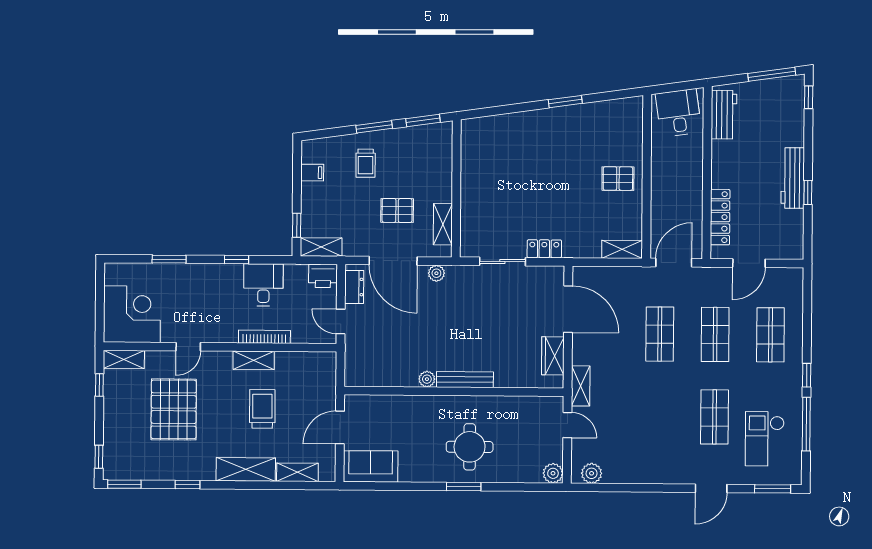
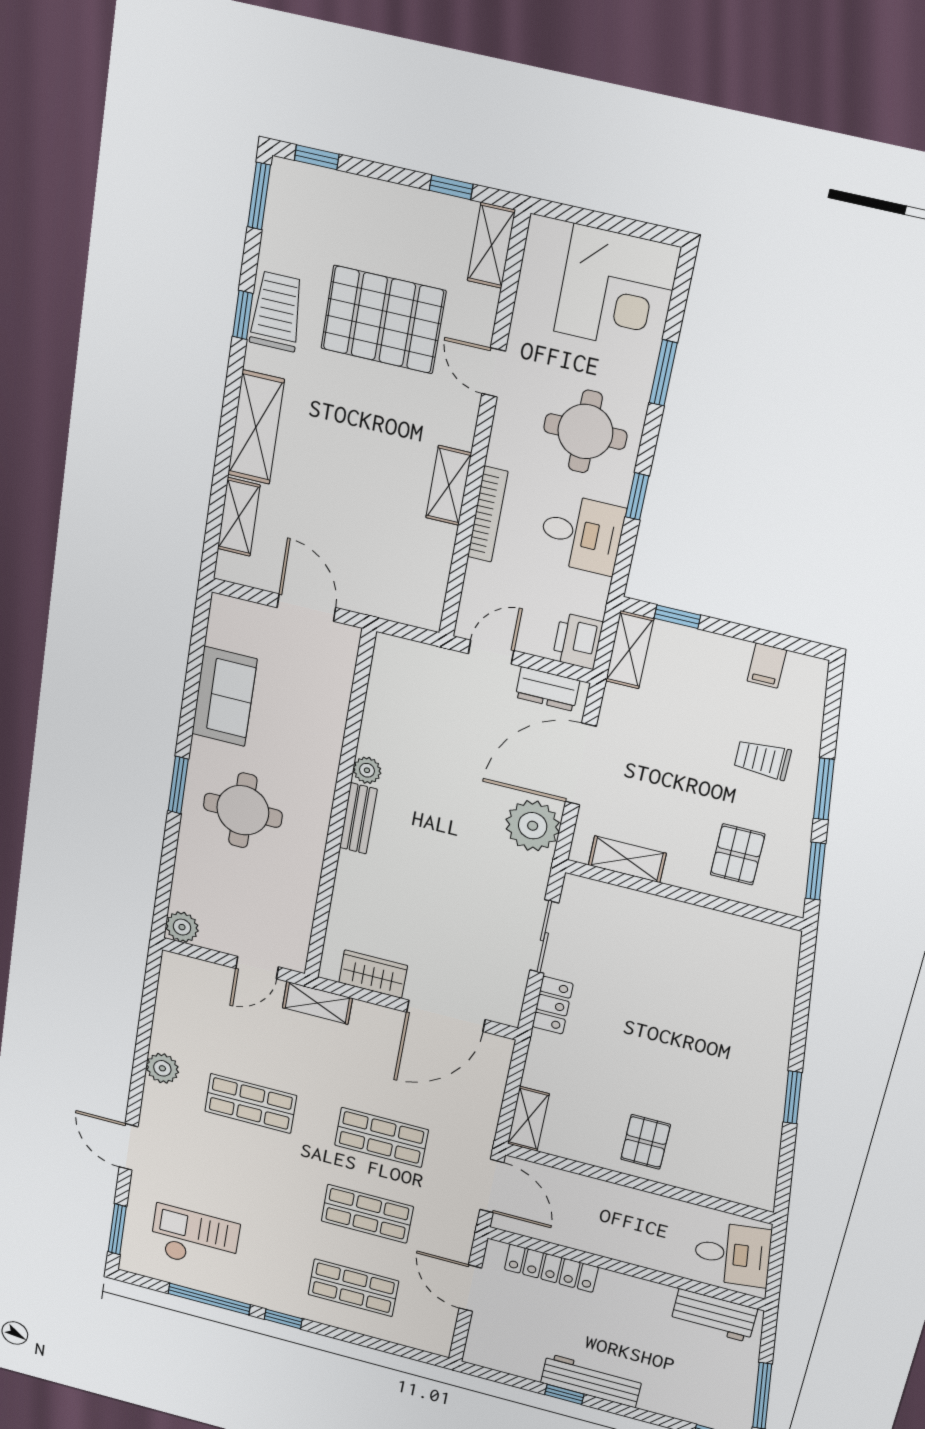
pallet: (397, 210) -> (738, 854), moved
plant: (436, 273) -> (533, 826), width x1.88, depth x1.88
round table: (208, 293) -> (585, 432), added
corner desk: (132, 314) -> (617, 289), moved
bench: (465, 380) -> (358, 818), width x0.73
trolley: (262, 409) -> (277, 311), moved, turned -90
shop shelf: (715, 417) -> (251, 1103), moved
sofa: (371, 466) -> (224, 697), moved
plant: (592, 473) -> (162, 1068), moved

